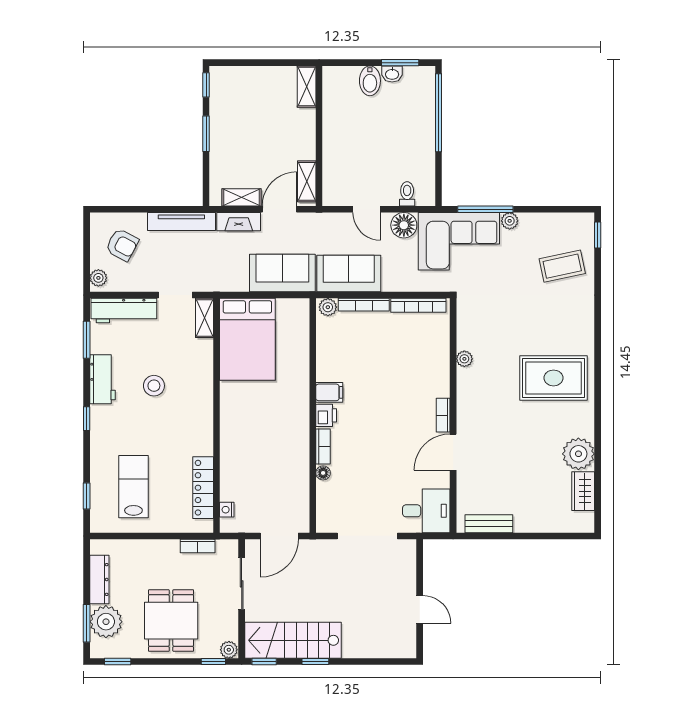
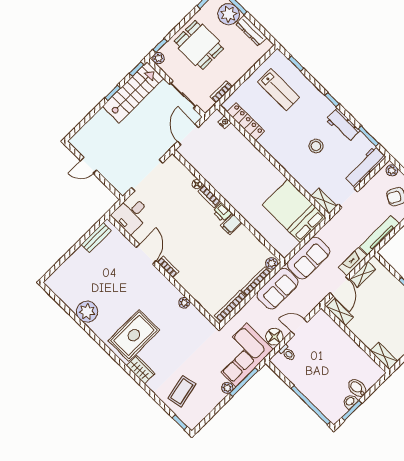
wardrobe: (583, 491) -> (141, 370), moved

